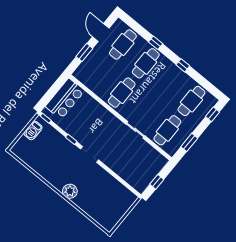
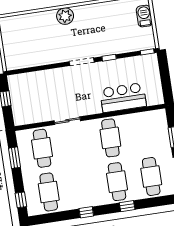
bar counter: (65, 99) -> (123, 98), moved, turned 90
barbecue: (33, 130) -> (144, 16), moved

